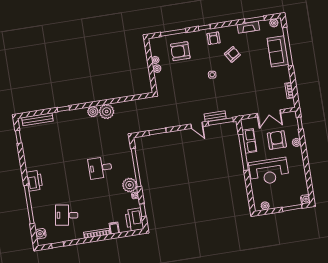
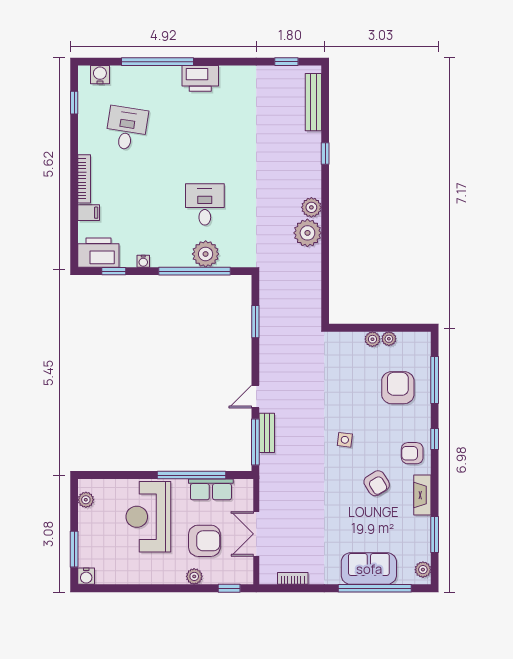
fireplace: (248, 27) -> (422, 495), moved
plant: (130, 185) -> (206, 254), moved

